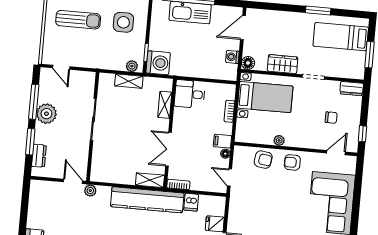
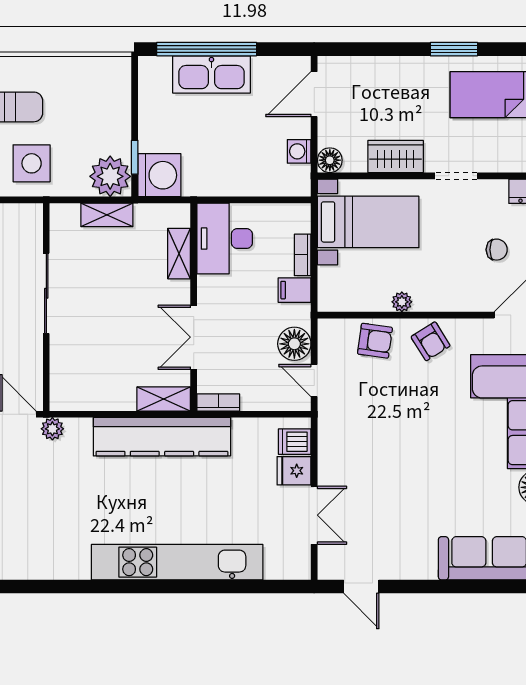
side table: (123, 22) -> (32, 163), moved
plant: (132, 66) -> (110, 176), width x1.88, depth x1.88
desk: (190, 94) -> (225, 239), width x1.37
filing cabinet: (222, 141) -> (295, 290), moved
floor lamp: (225, 154) -> (294, 344), width x1.89, depth x1.89
armchair: (292, 162) -> (431, 341), turned -122
dishwasher: (191, 202) -> (295, 442), moved, turned 90

